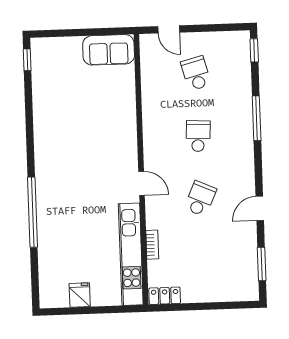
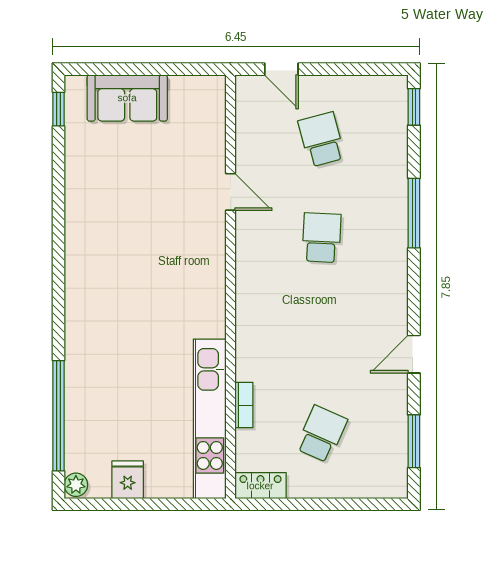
sofa: (109, 50) -> (127, 98), moved
door: (142, 183) -> (231, 192), moved
school desk: (200, 199) -> (322, 434), moved
window: (33, 212) -> (58, 416), moved
plant: (47, 299) -> (76, 485), added

